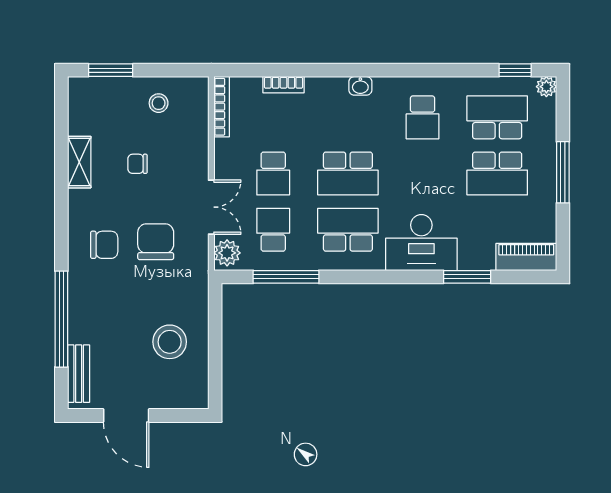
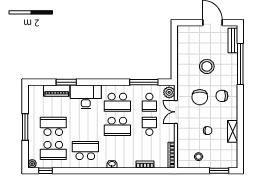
school desk: (423, 117) -> (85, 151), width x1.85
school desk: (348, 174) -> (117, 126), turned 180
piano: (526, 257) -> (57, 91), moved
stool: (170, 342) -> (207, 66), moved

